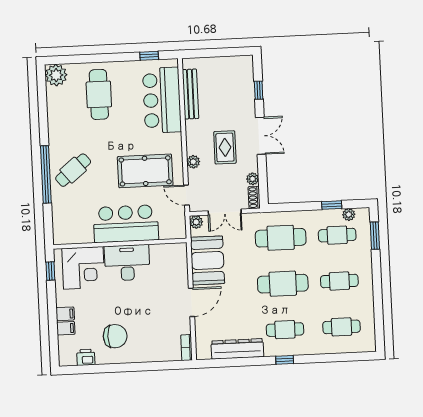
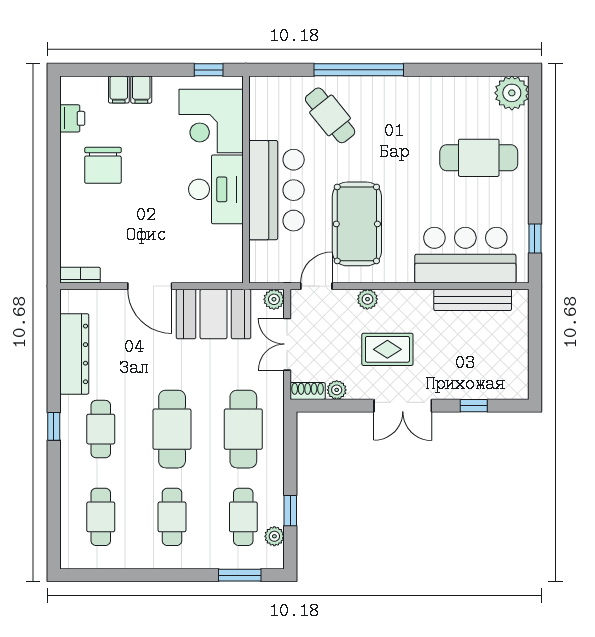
cafe table: (73, 170) -> (330, 115), moved

